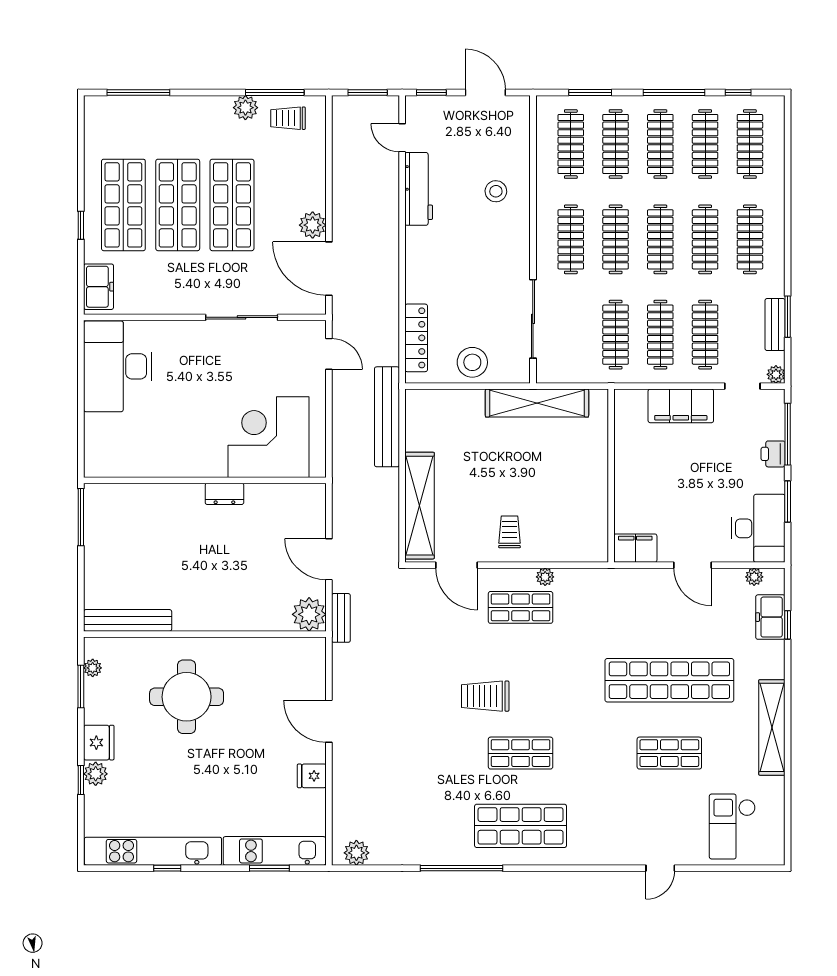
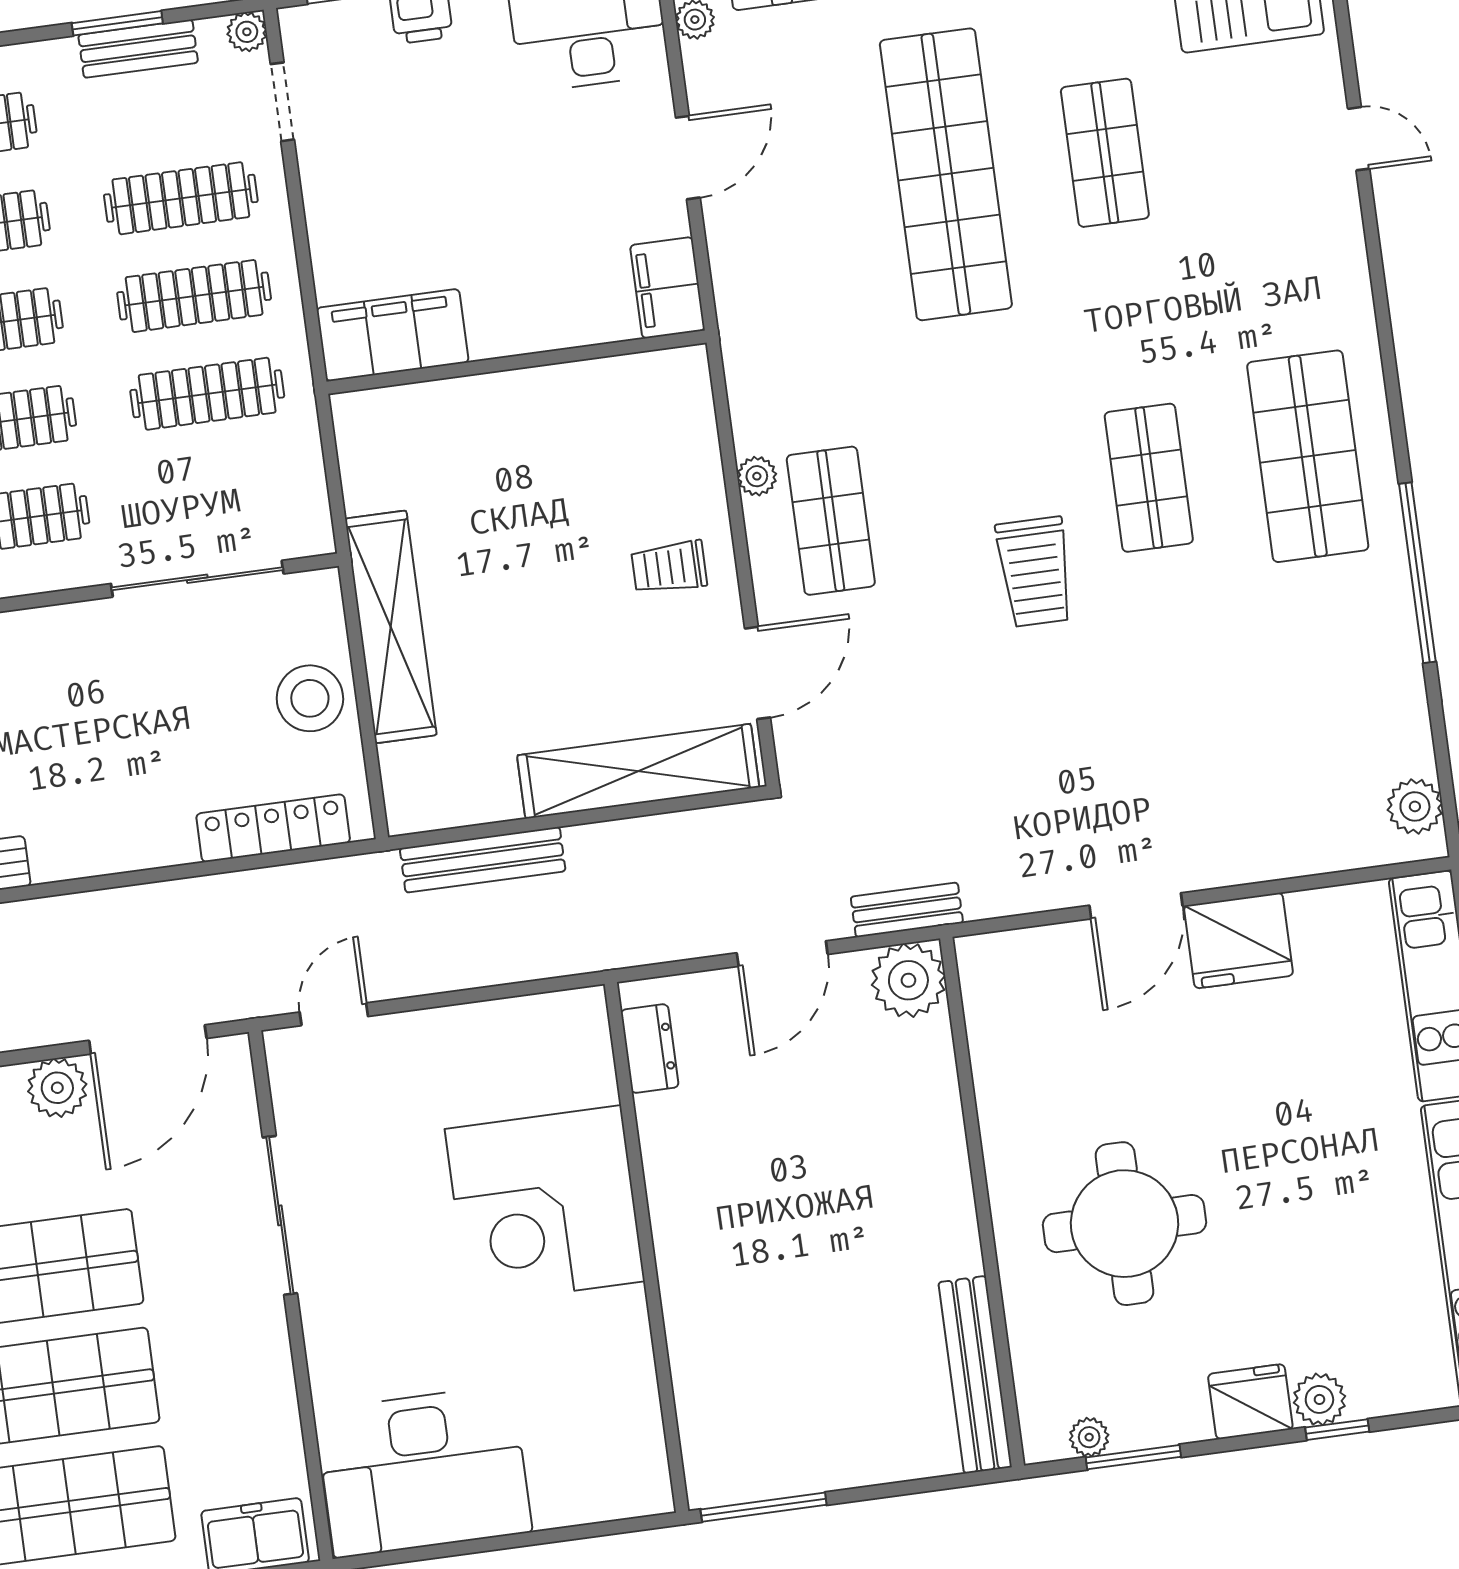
shelving: (537, 403) -> (391, 627), moved
filing cabinet: (681, 406) -> (393, 335), moved, turned -90
bench: (387, 417) -> (483, 860), width x0.73, depth x0.82
corner desk: (269, 437) -> (545, 1205), moved
dresser: (224, 494) -> (650, 1049), moved
fridge: (312, 776) -> (1239, 941), width x1.88, depth x1.34

